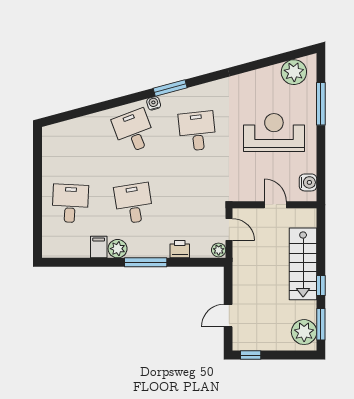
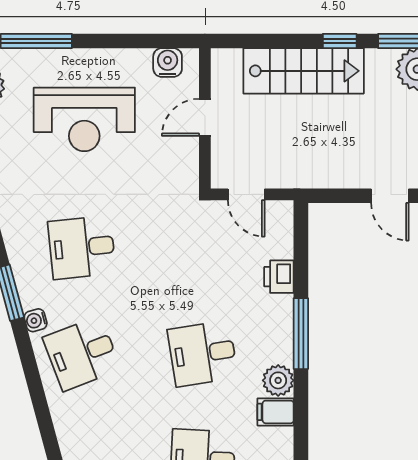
reception desk: (274, 133) -> (84, 119), turned -90
door: (229, 230) -> (246, 194), swing flipped
plant: (219, 250) -> (280, 212), removed

